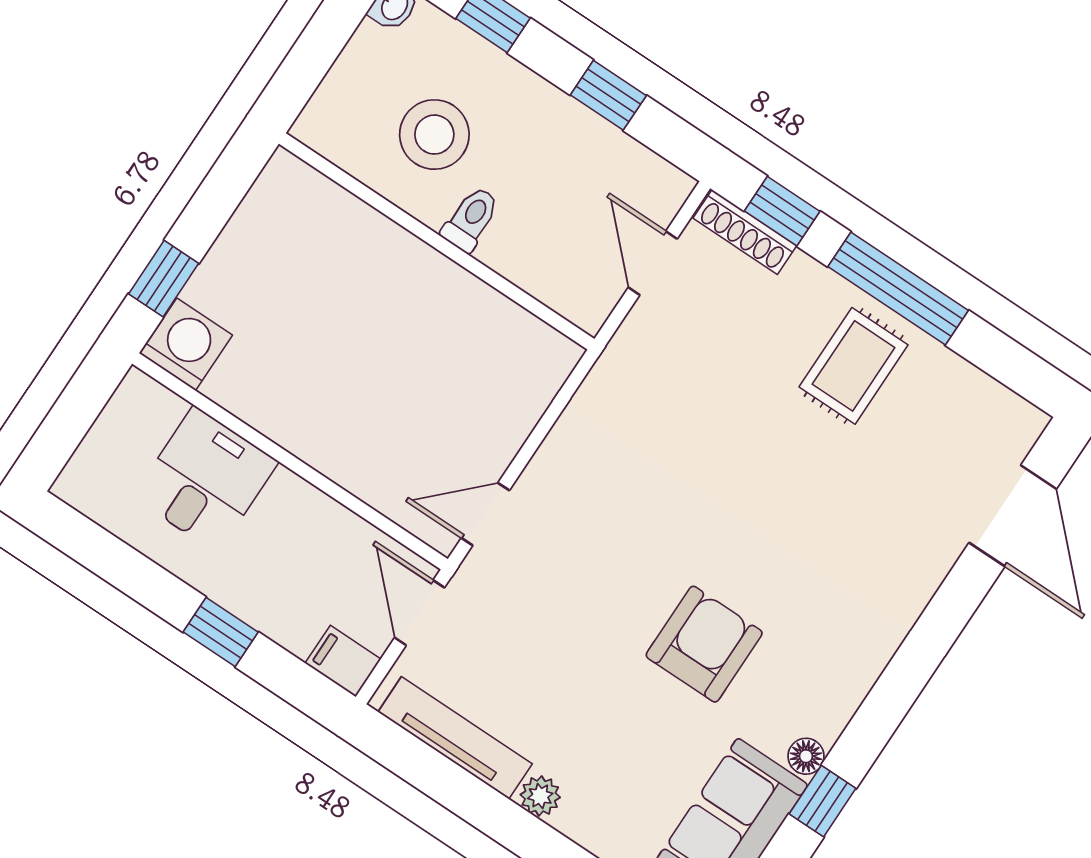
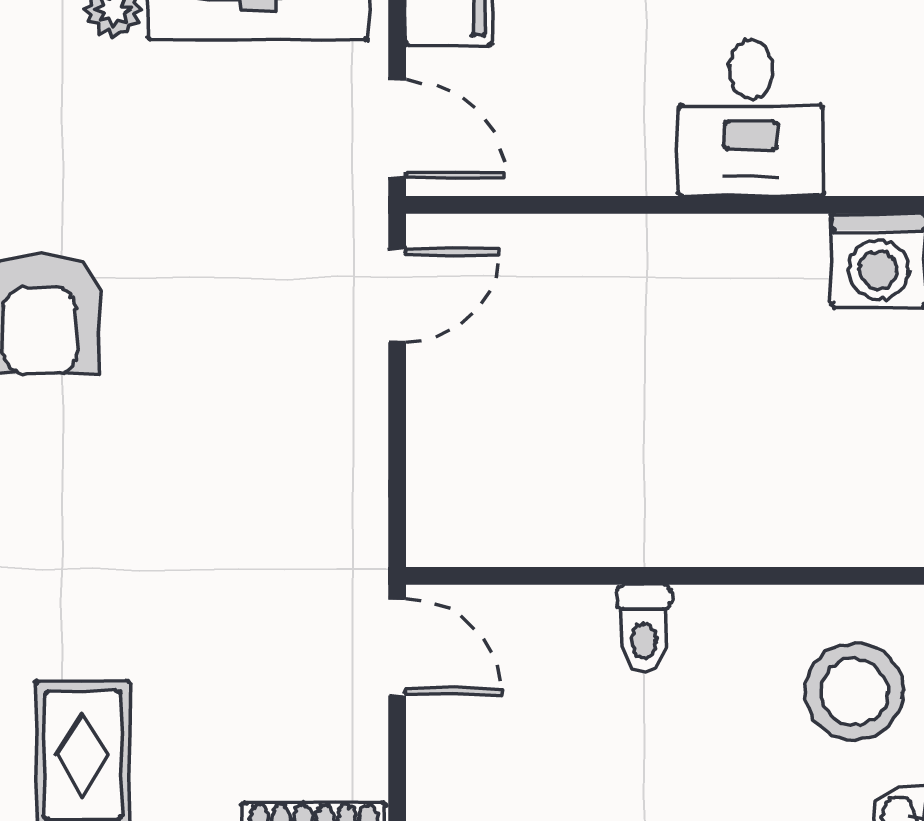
stool: (434, 135) -> (854, 692), moved
door: (653, 263) -> (397, 648), moved

